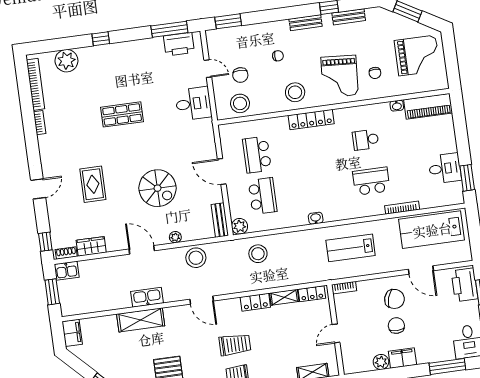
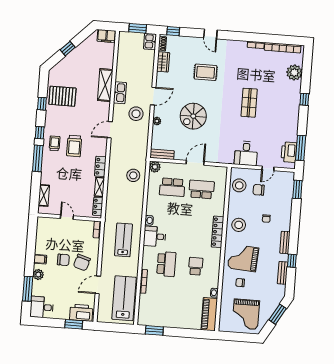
desk: (445, 168) -> (155, 236), moved, turned 90
stool: (196, 258) -> (136, 114), moved
filing cabinet: (402, 358) -> (40, 259), width x0.50
plant: (381, 362) -> (38, 274), moved

